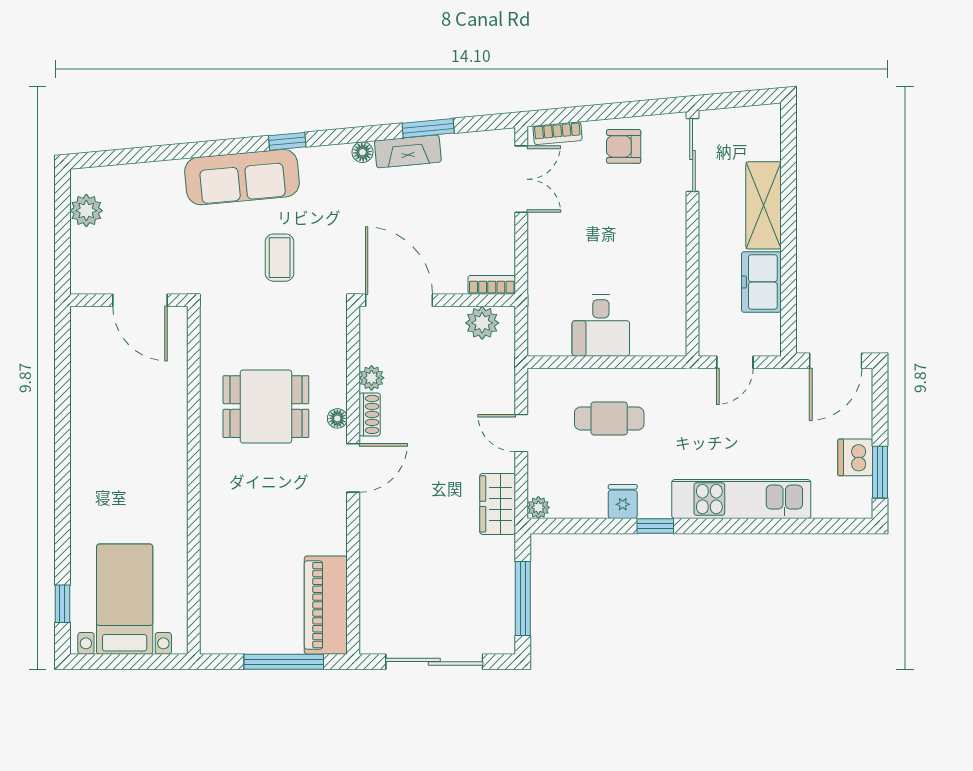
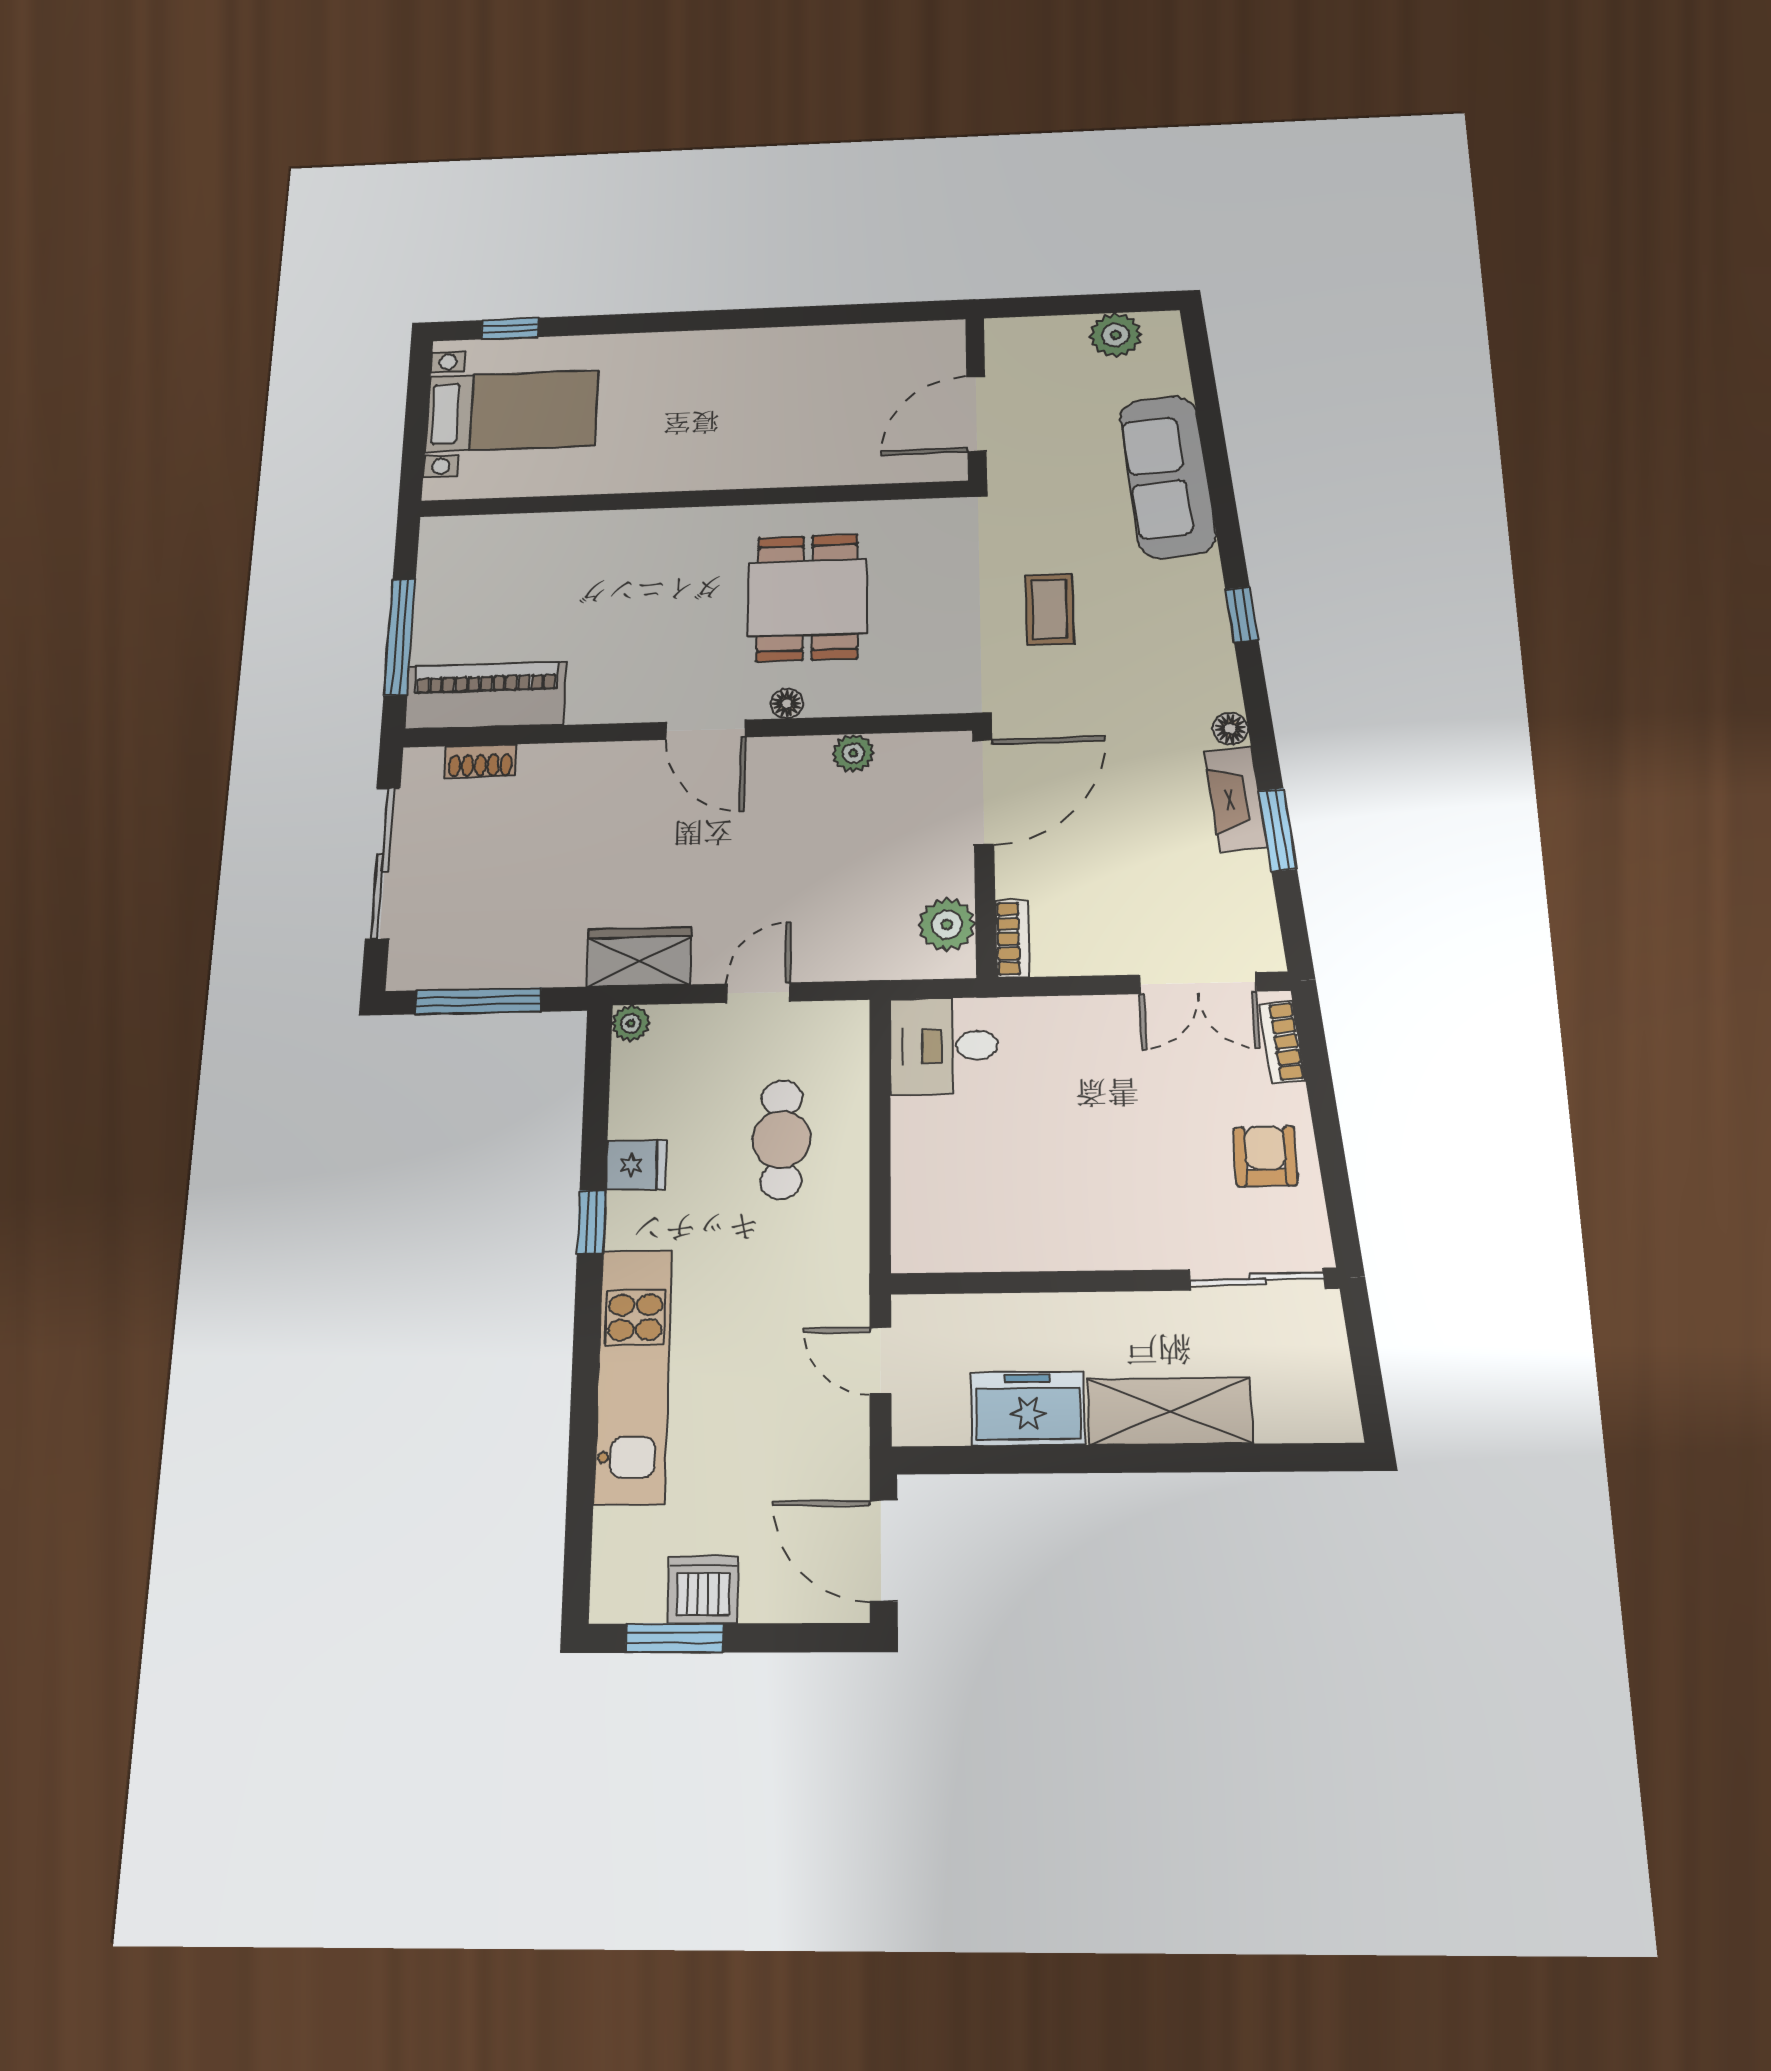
sofa: (242, 177) -> (1168, 476), moved
coffee table: (280, 258) -> (1050, 609), turned 90
desk: (601, 325) -> (944, 1046), moved
shoe rack: (370, 414) -> (481, 761), moved

